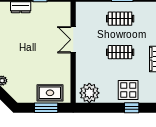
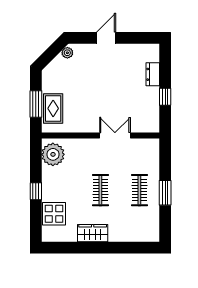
display table: (128, 90) -> (54, 214), moved
window: (132, 108) -> (36, 191), moved

